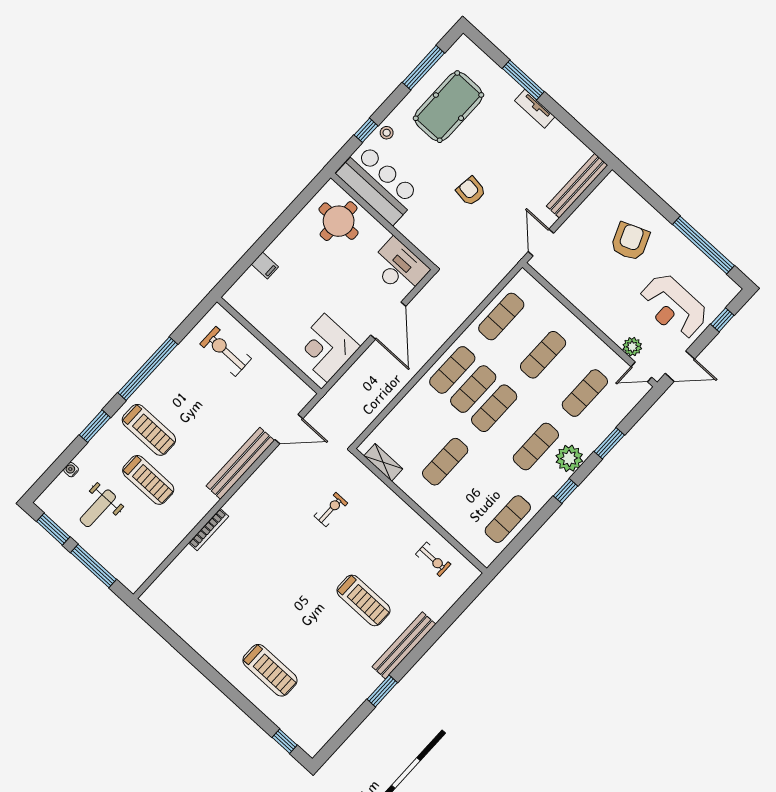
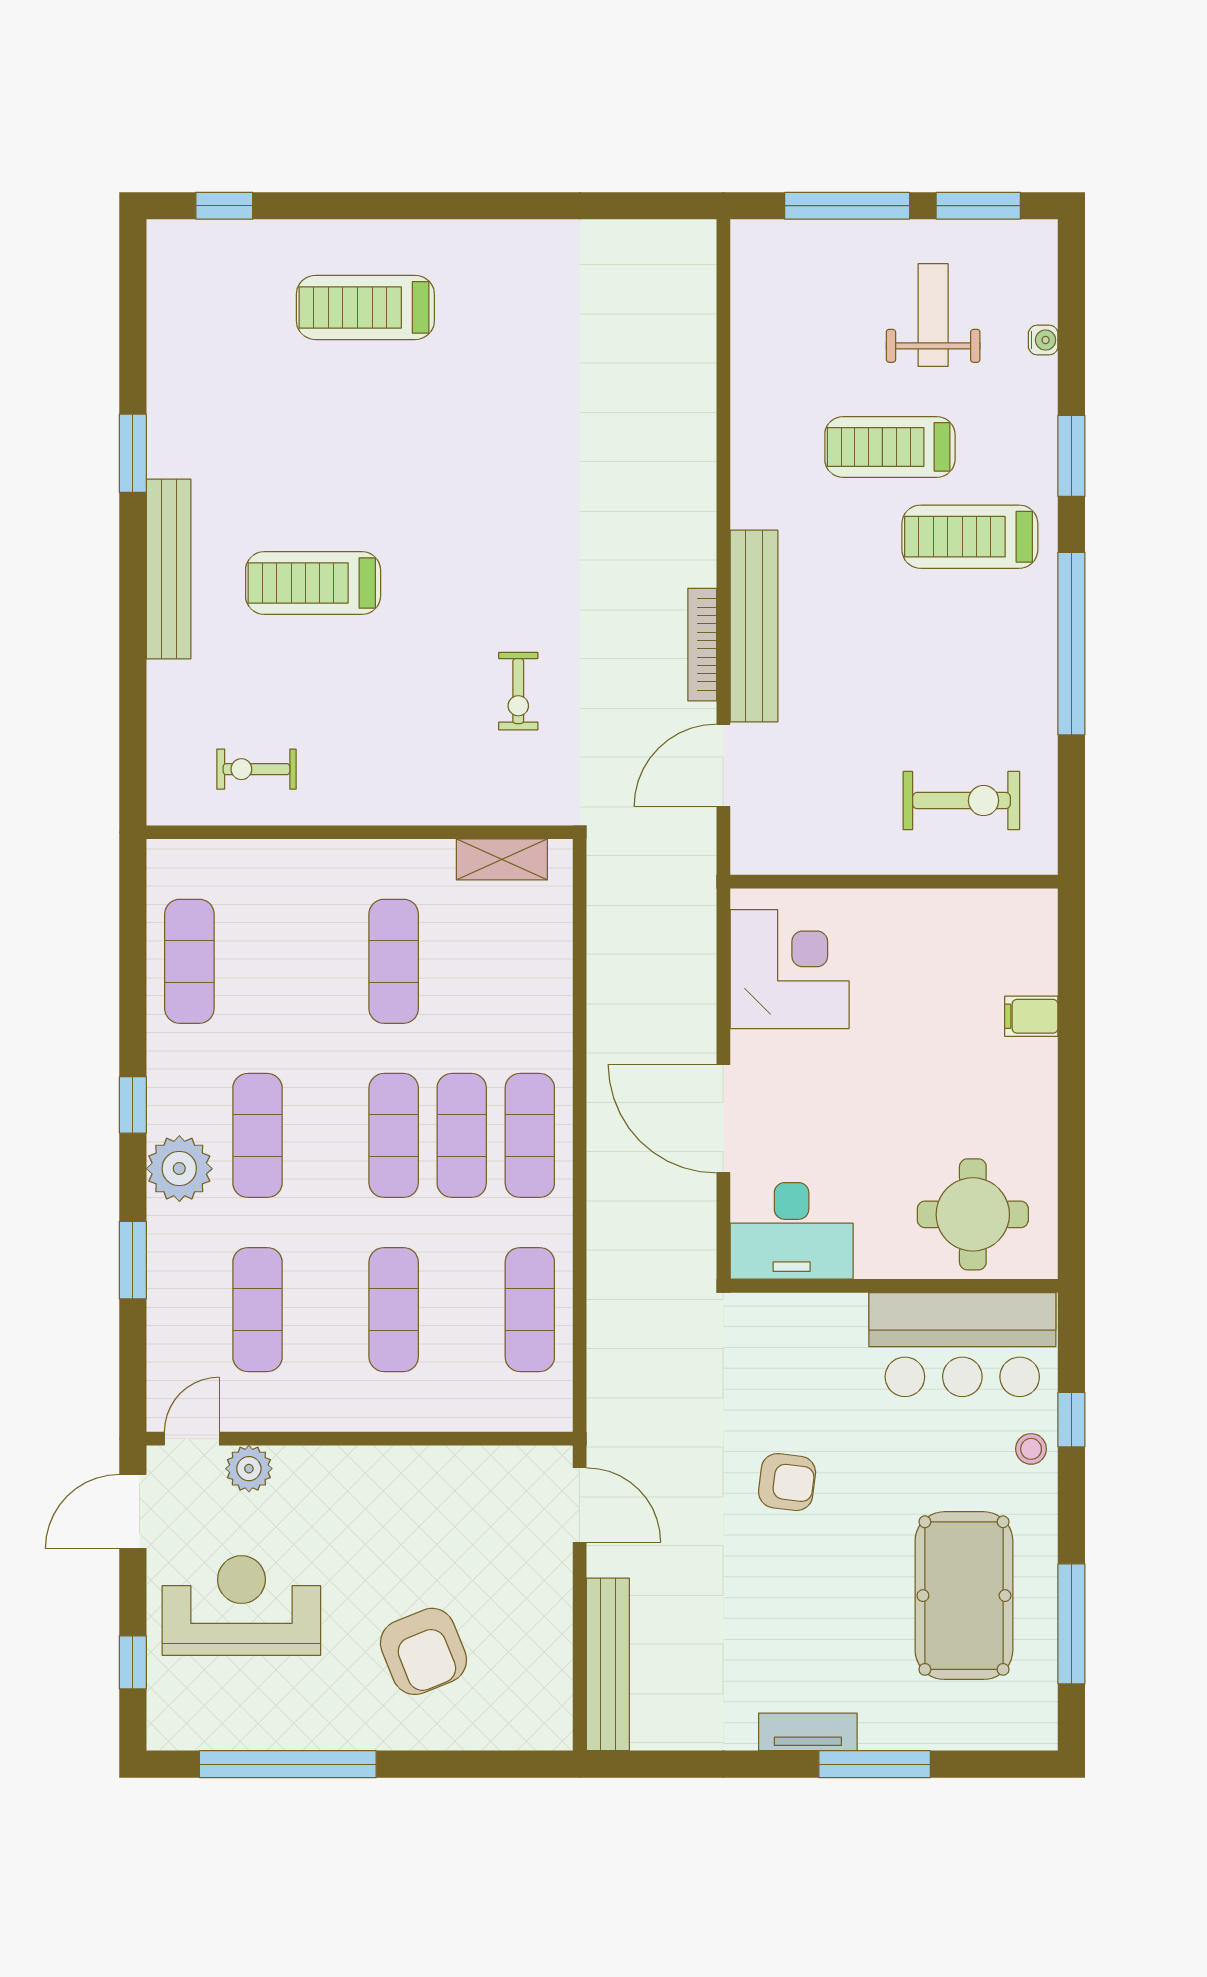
bookcase: (209, 530) -> (702, 645), moved

